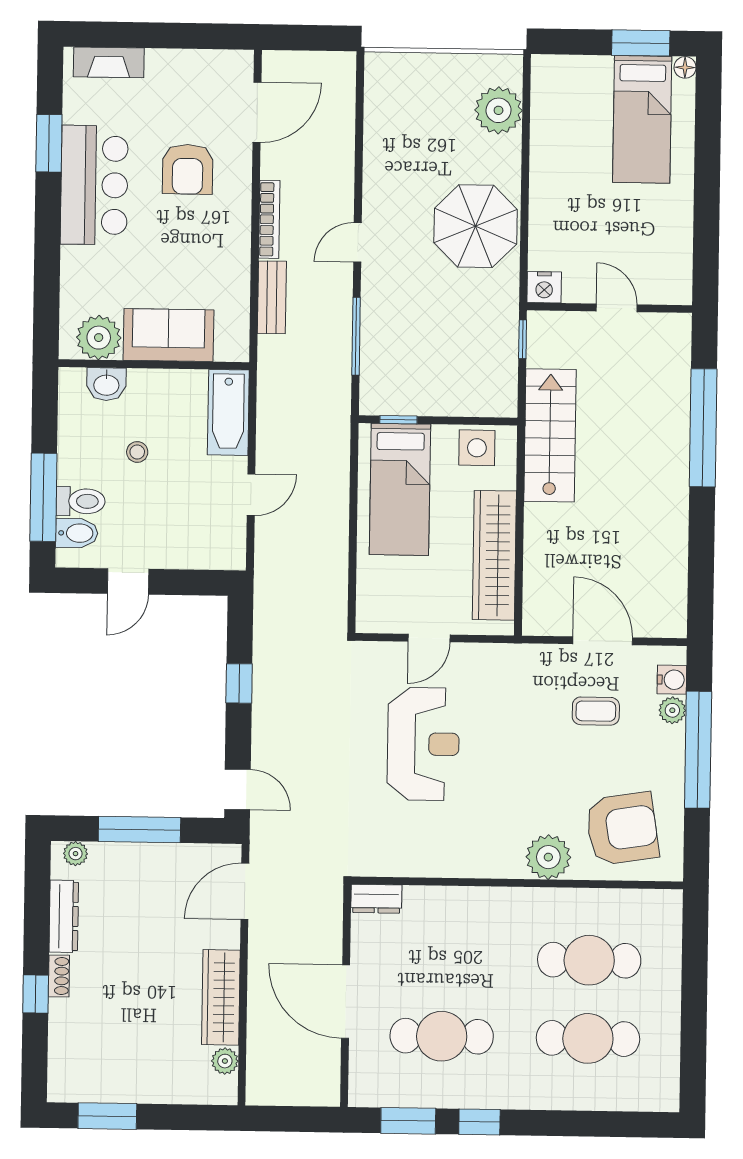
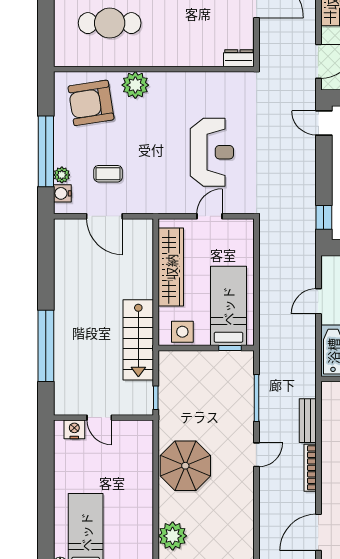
nightstand: (544, 287) -> (74, 429), moved
window: (239, 683) -> (324, 217), moved
reception desk: (423, 744) -> (212, 152), turned 180

